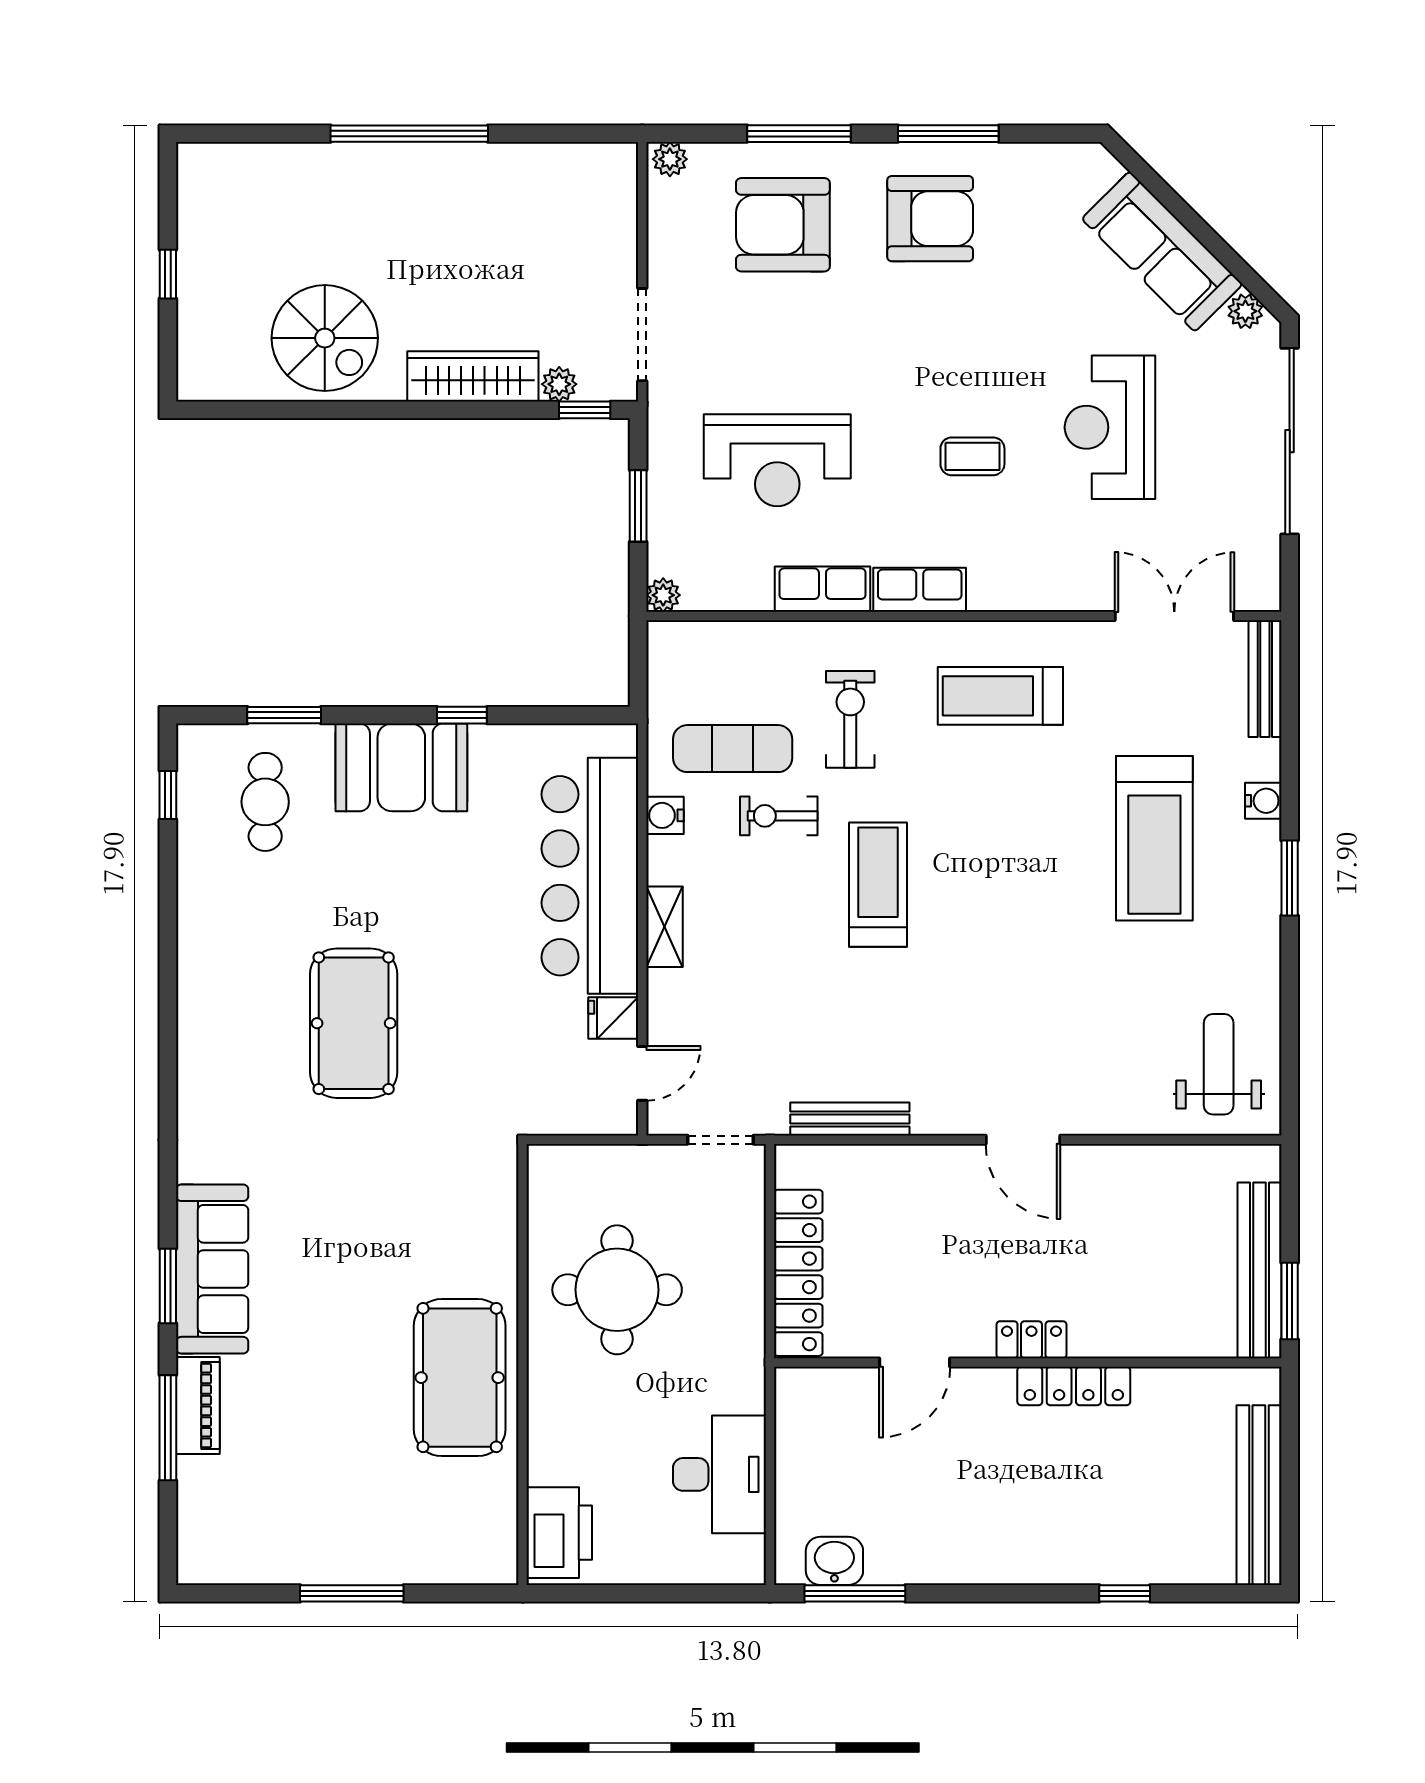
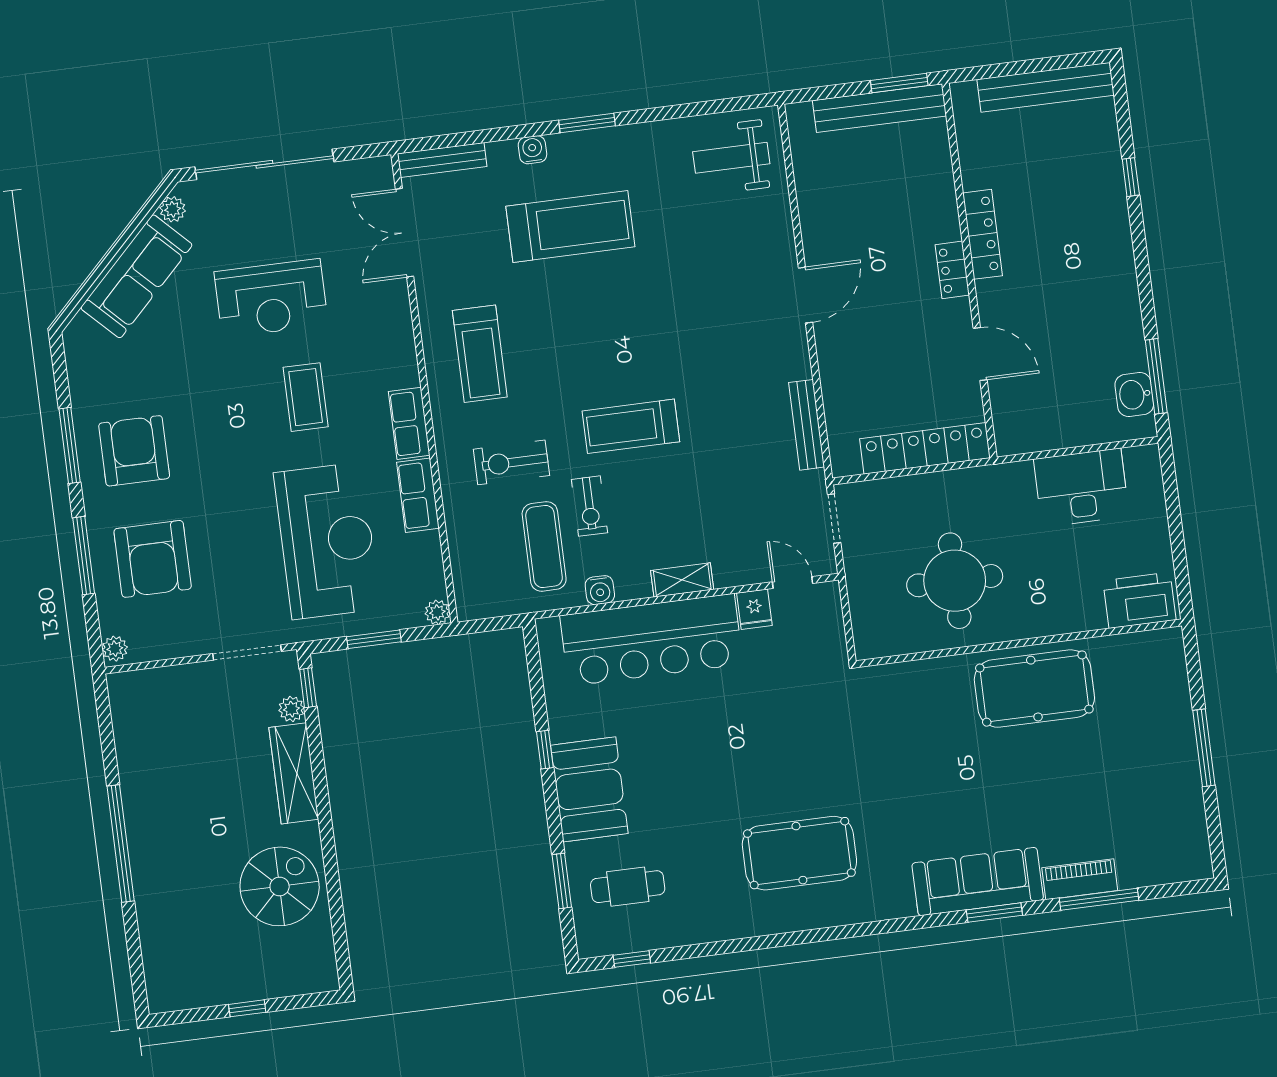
coffee table: (972, 456) -> (306, 397), width x1.36, depth x1.30
reception desk: (777, 460) -> (327, 541), width x1.36, depth x1.30
pool table: (354, 1023) -> (799, 853), moved

